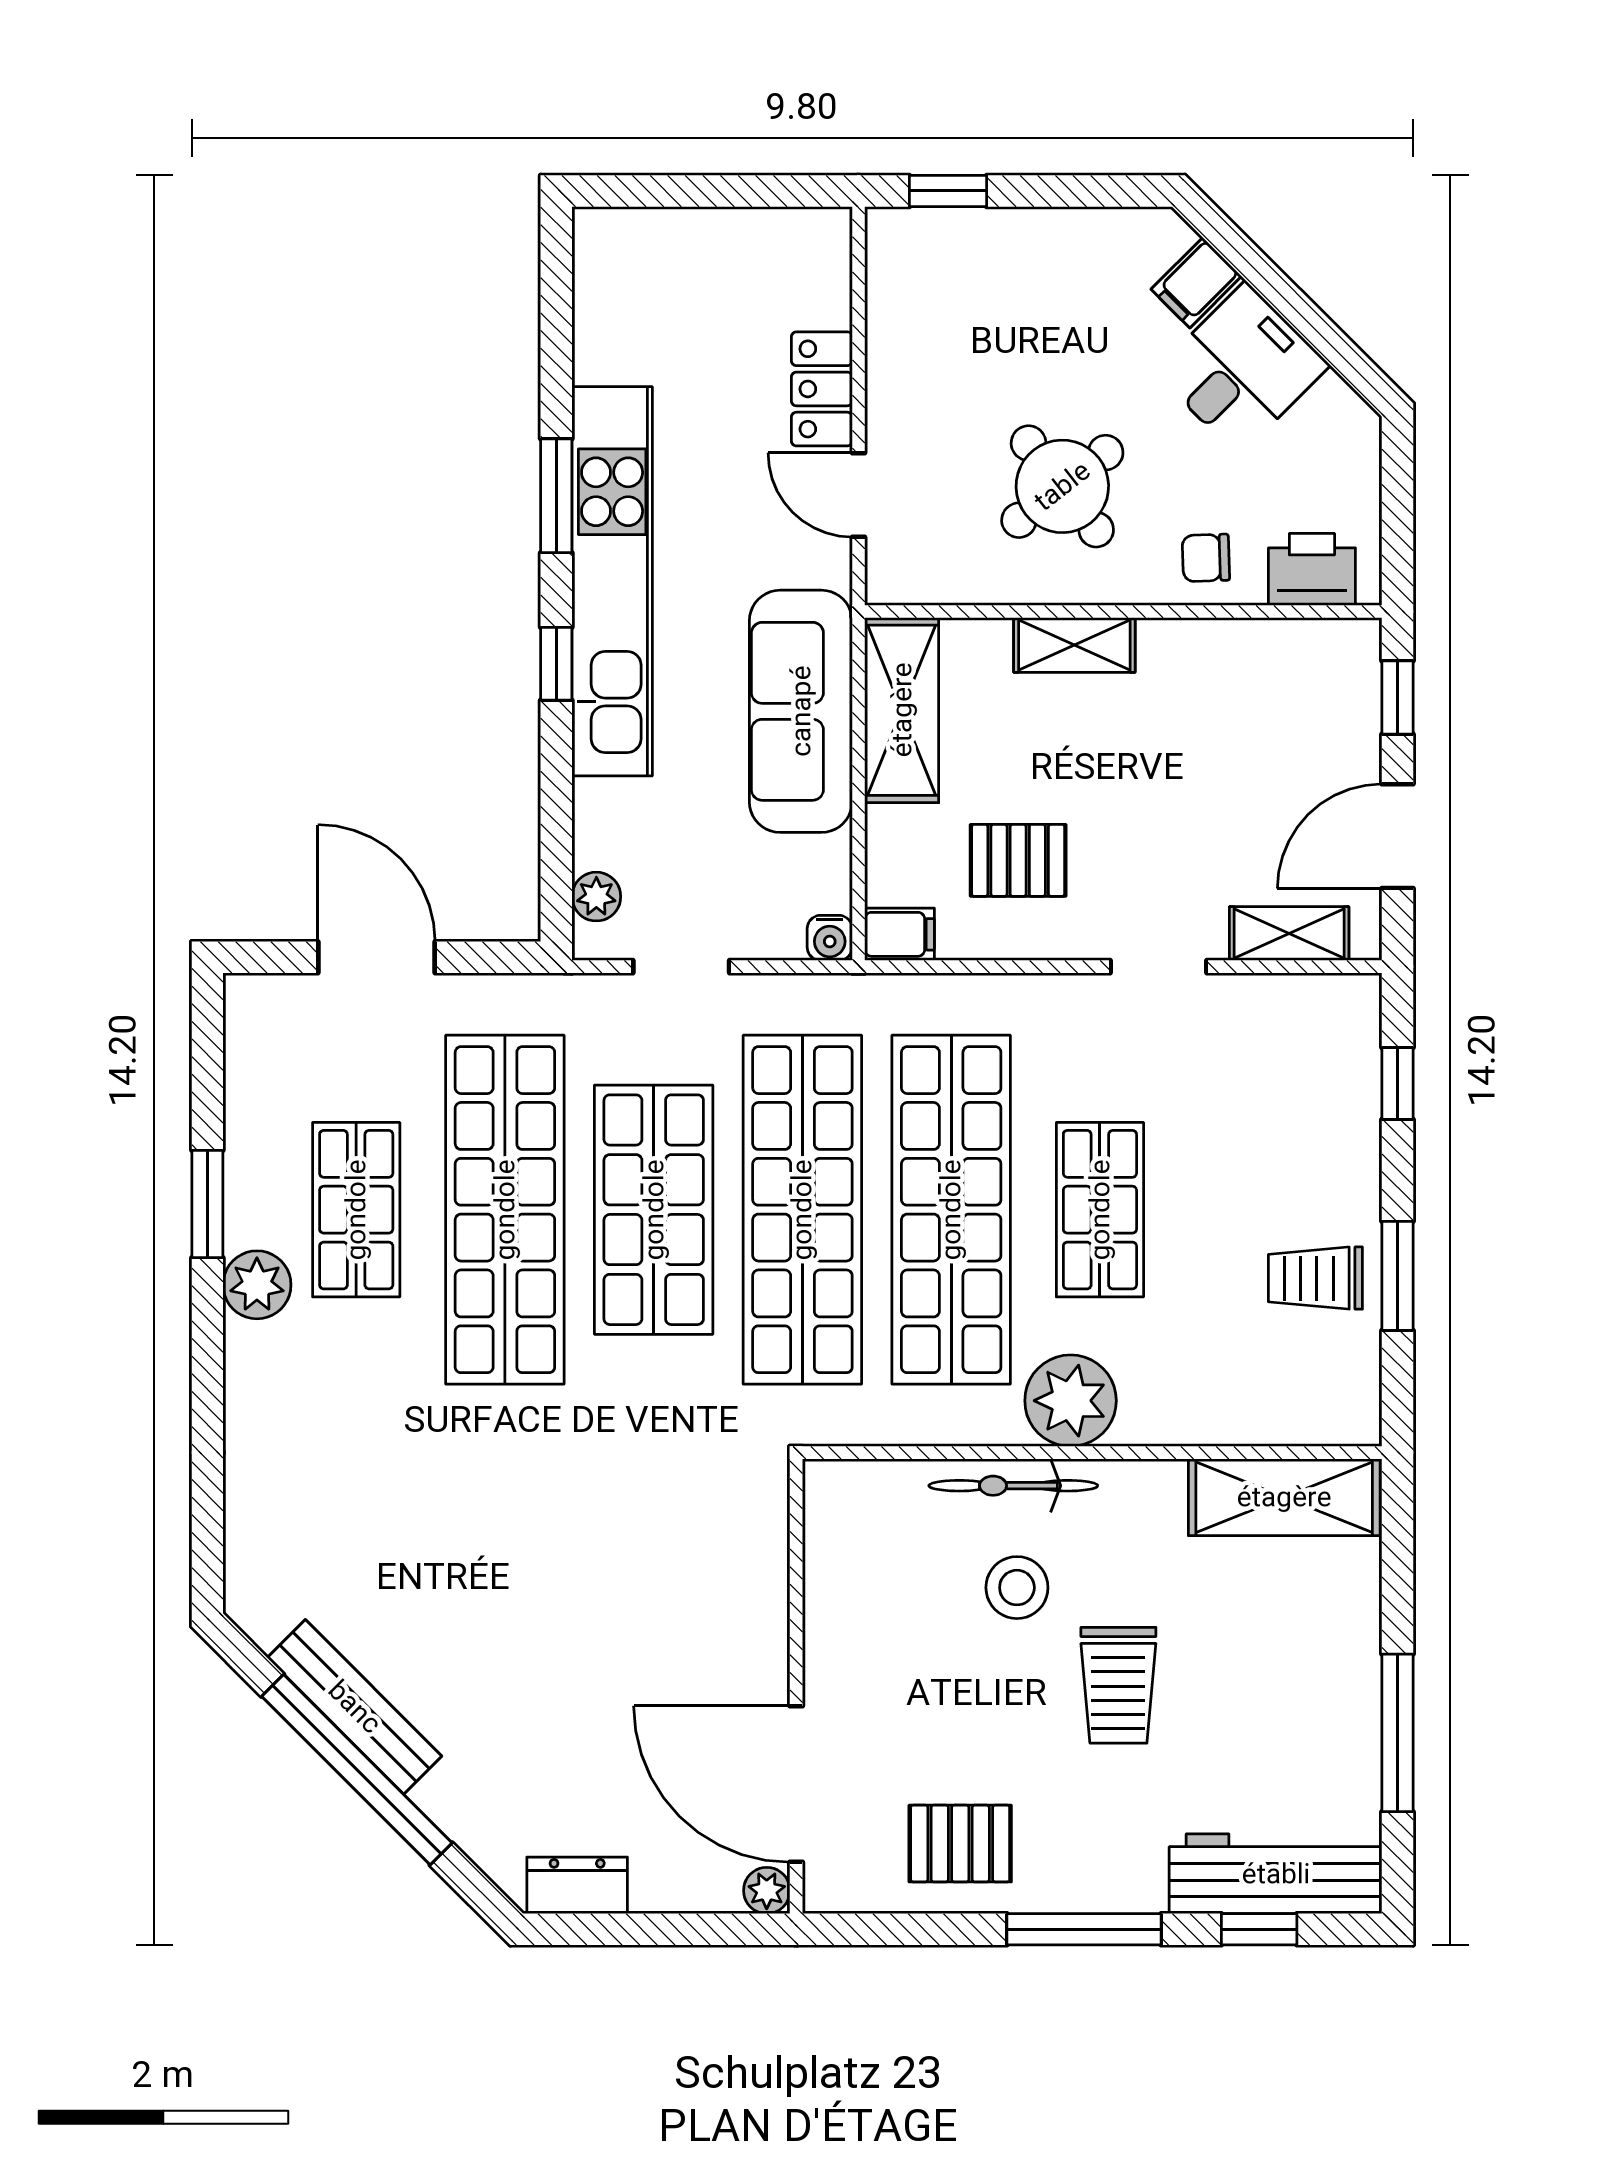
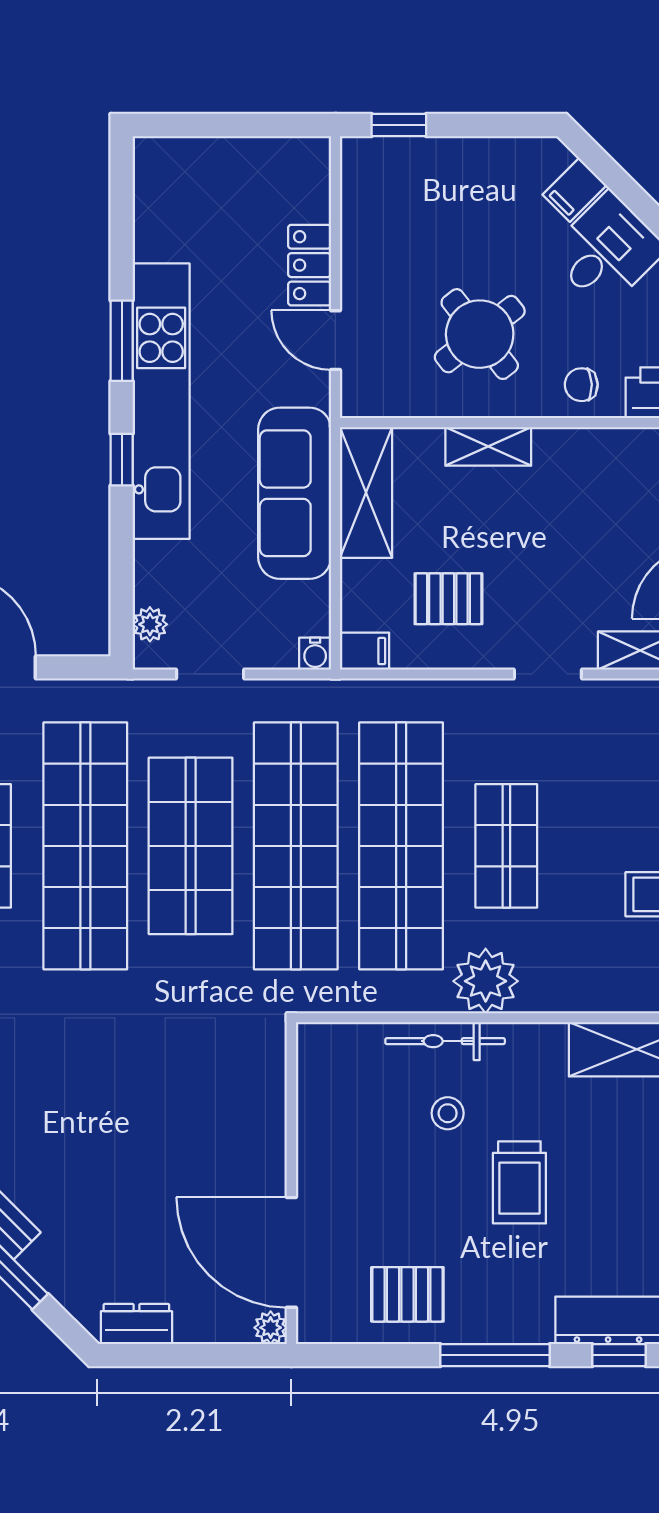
stool: (1017, 1588) -> (448, 1113), width x0.73, depth x0.73

